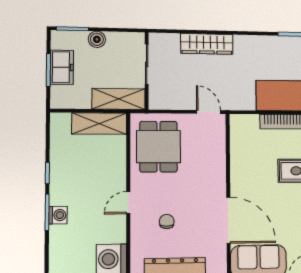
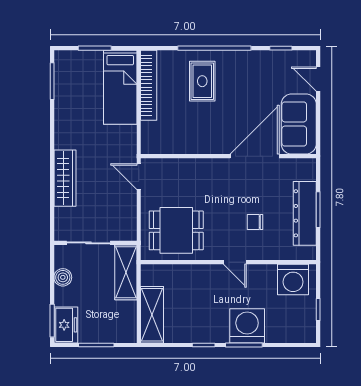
boiler: (97, 39) -> (63, 277), moved
freezer: (62, 67) -> (66, 325), moved, turned 90
door: (209, 112) -> (139, 177), hinge flipped
shelving: (99, 124) -> (152, 315), moved
washing machine: (58, 215) -> (247, 326), width x1.89, depth x1.89

